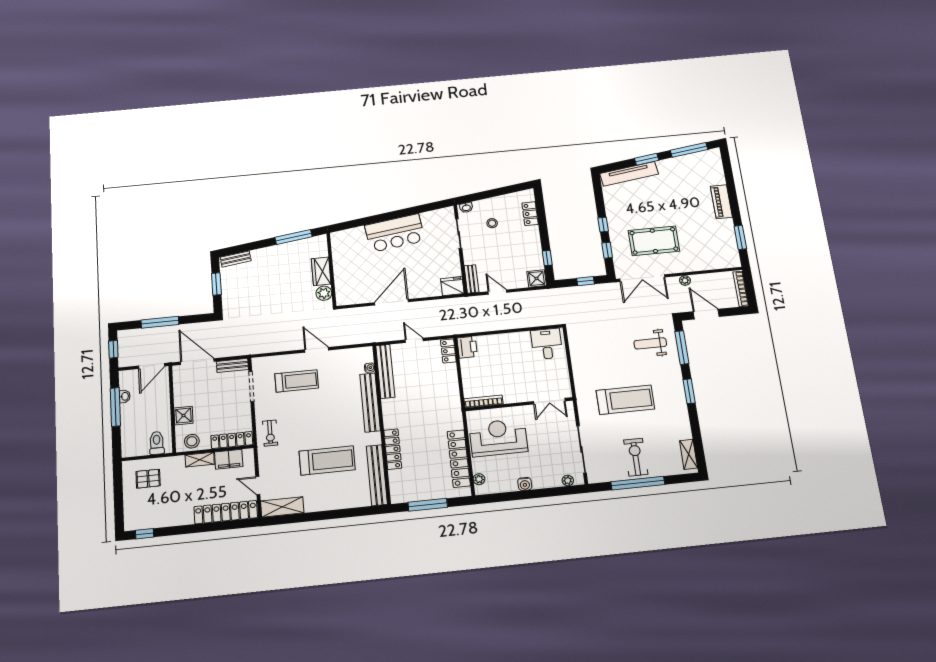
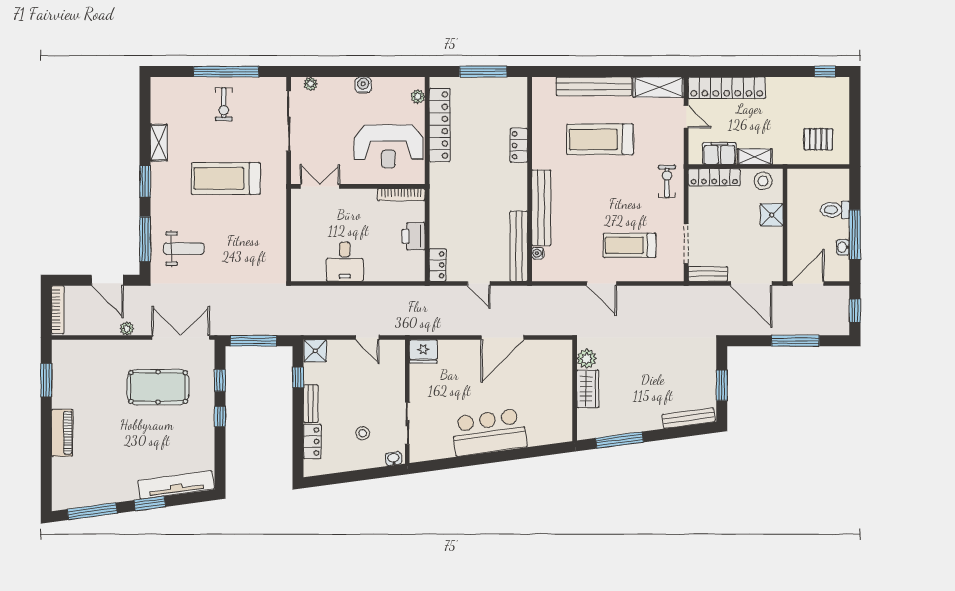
bench: (236, 259) -> (689, 418), width x1.36
bench: (471, 279) -> (311, 404), moved
window: (585, 281) -> (253, 341), width x2.17
desk: (547, 344) -> (345, 262), moved
printer: (467, 347) -> (414, 236), moved
toilet: (157, 443) -> (835, 210), moved, turned 90
locker: (393, 449) -> (519, 145), width x0.66
shelving: (689, 454) -> (159, 143), moved
exercise bike: (636, 457) -> (224, 104), width x0.73, depth x0.72
bench: (377, 475) -> (594, 86), moved, turned 90

